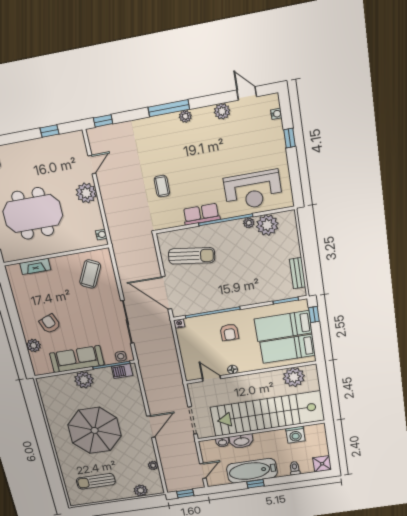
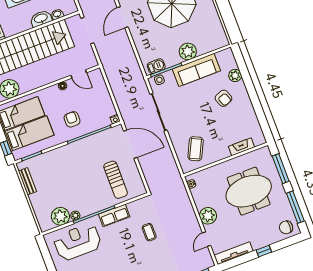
window: (50, 131) -> (264, 251), moved
tv unit: (60, 141) -> (234, 253), added
sun lounger: (192, 256) -> (116, 180), turned -98

